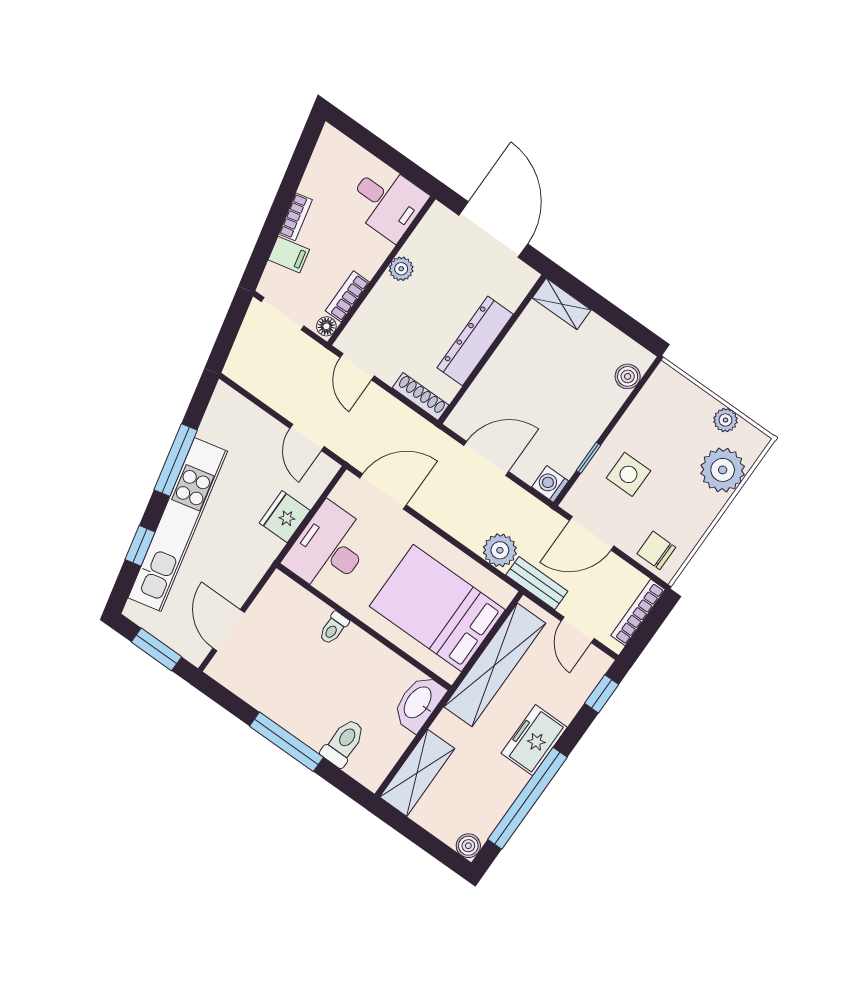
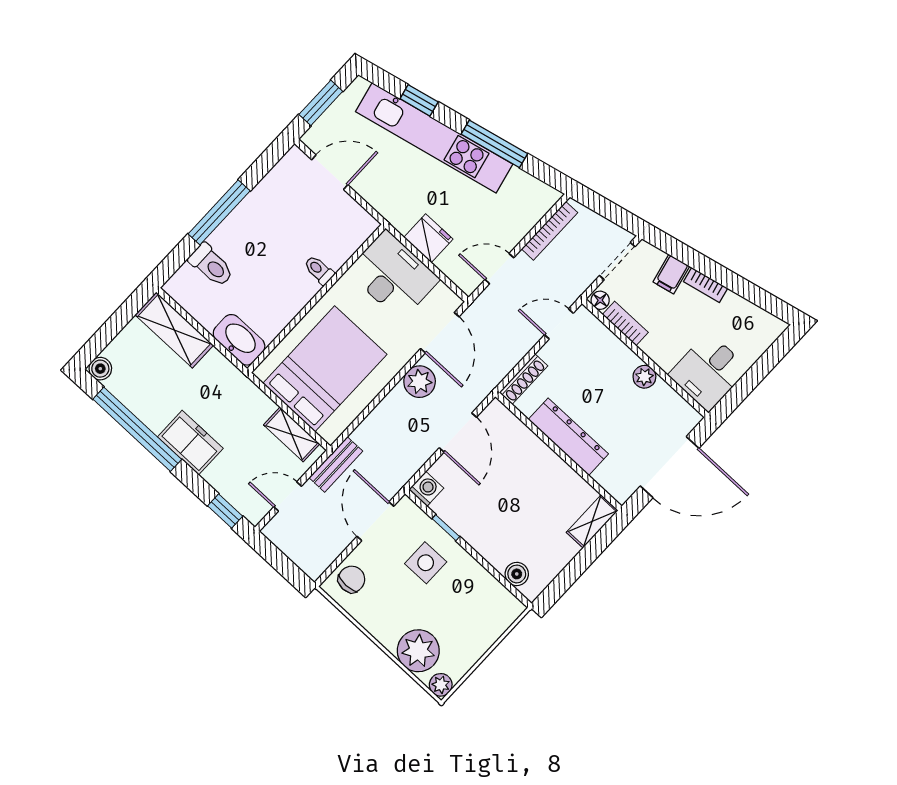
plant: (725, 420) -> (441, 685), moved
plant: (500, 550) -> (420, 382), moved
bookcase: (638, 612) -> (550, 231), moved, turned 90
shelving: (495, 665) -> (292, 434), width x0.45, depth x0.75

